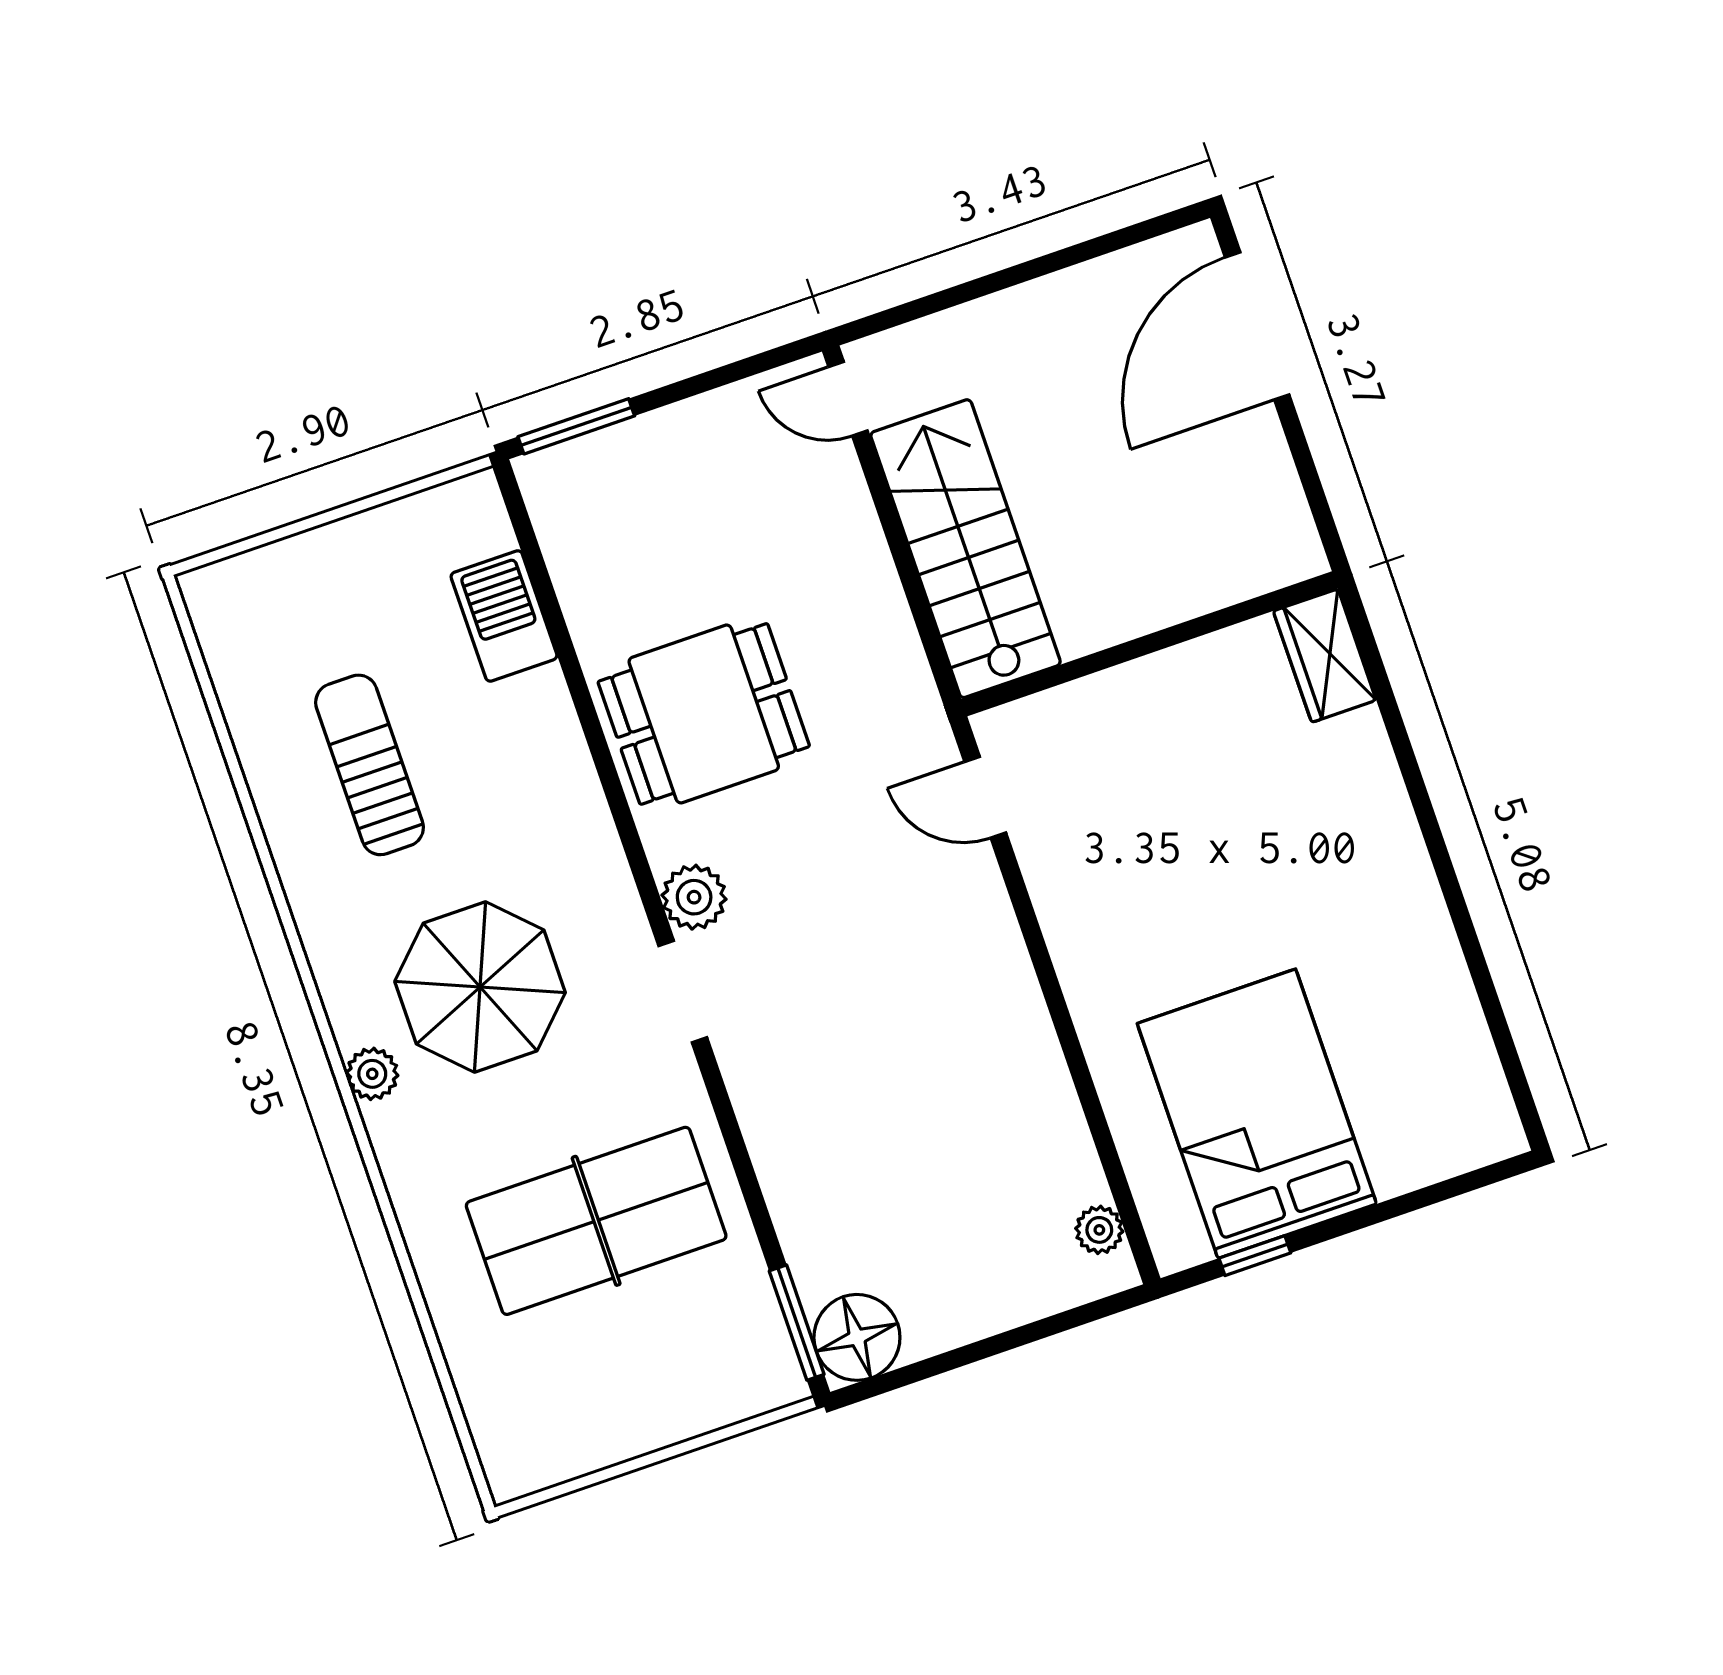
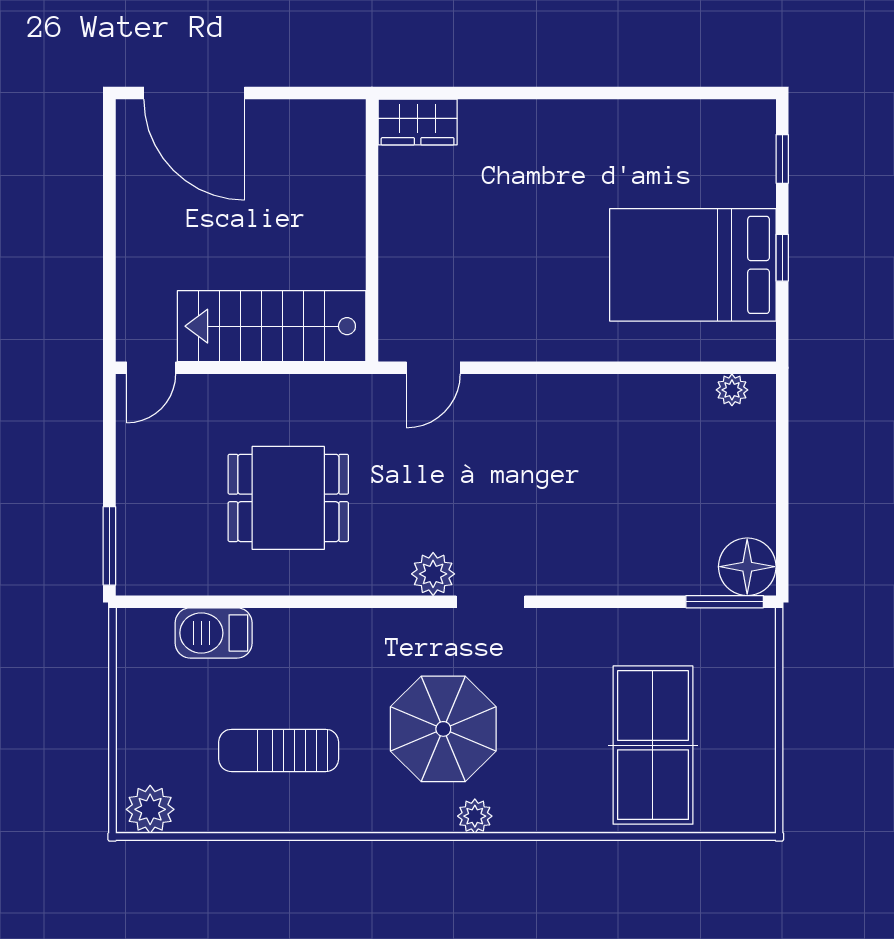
plant: (224, 612) -> (150, 809), added
dining table: (704, 714) -> (288, 498), moved, turned 90
window: (1450, 1188) -> (782, 159), added
table tennis table: (596, 1221) -> (653, 745), moved
window: (1255, 1256) -> (782, 258), moved

